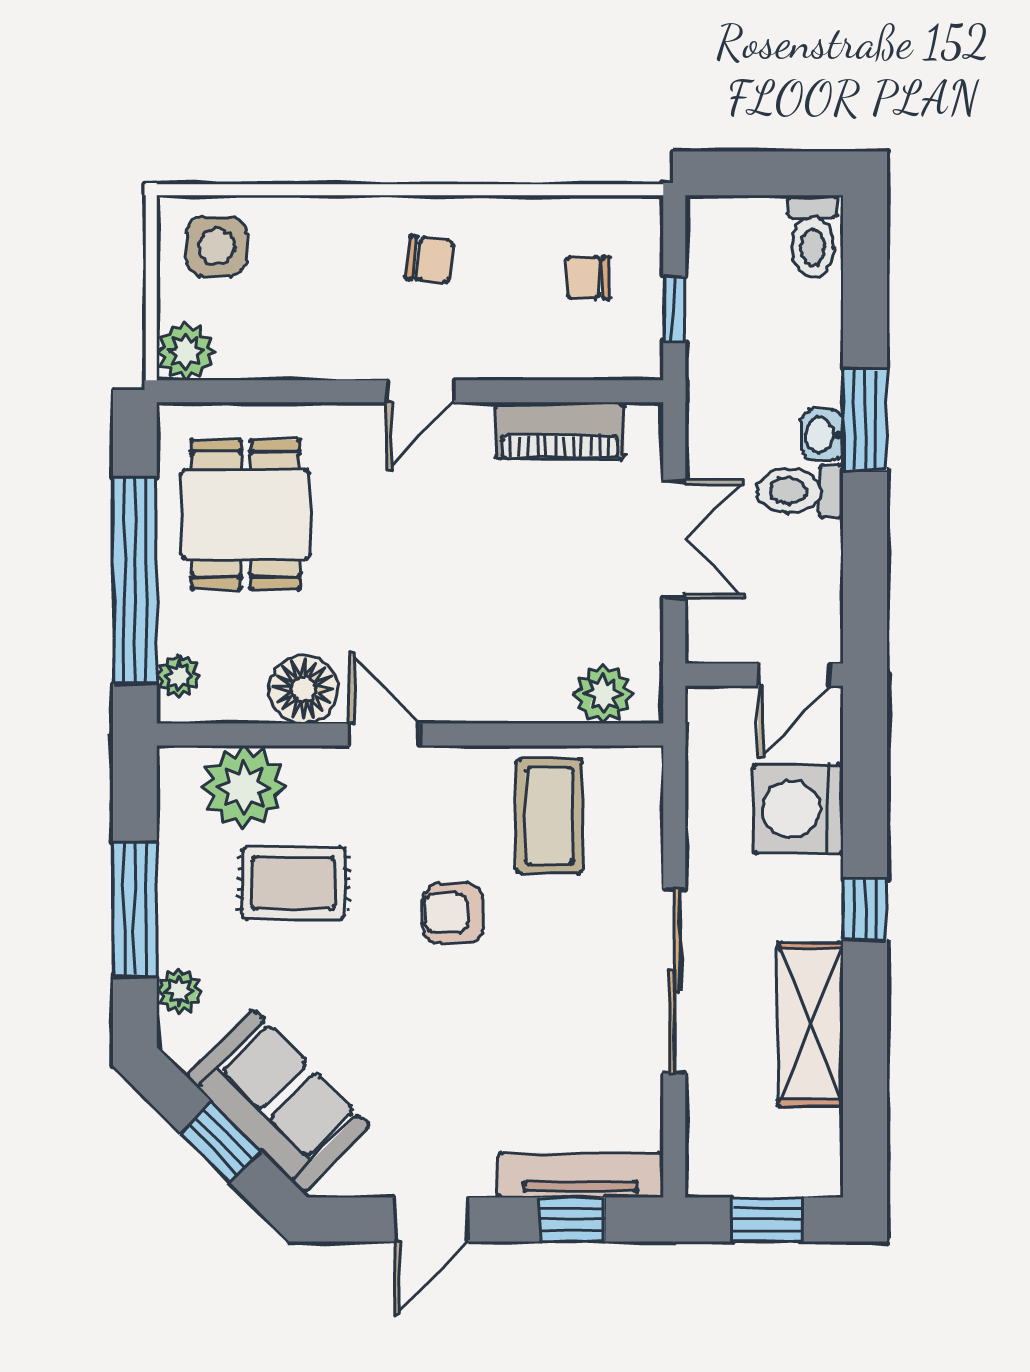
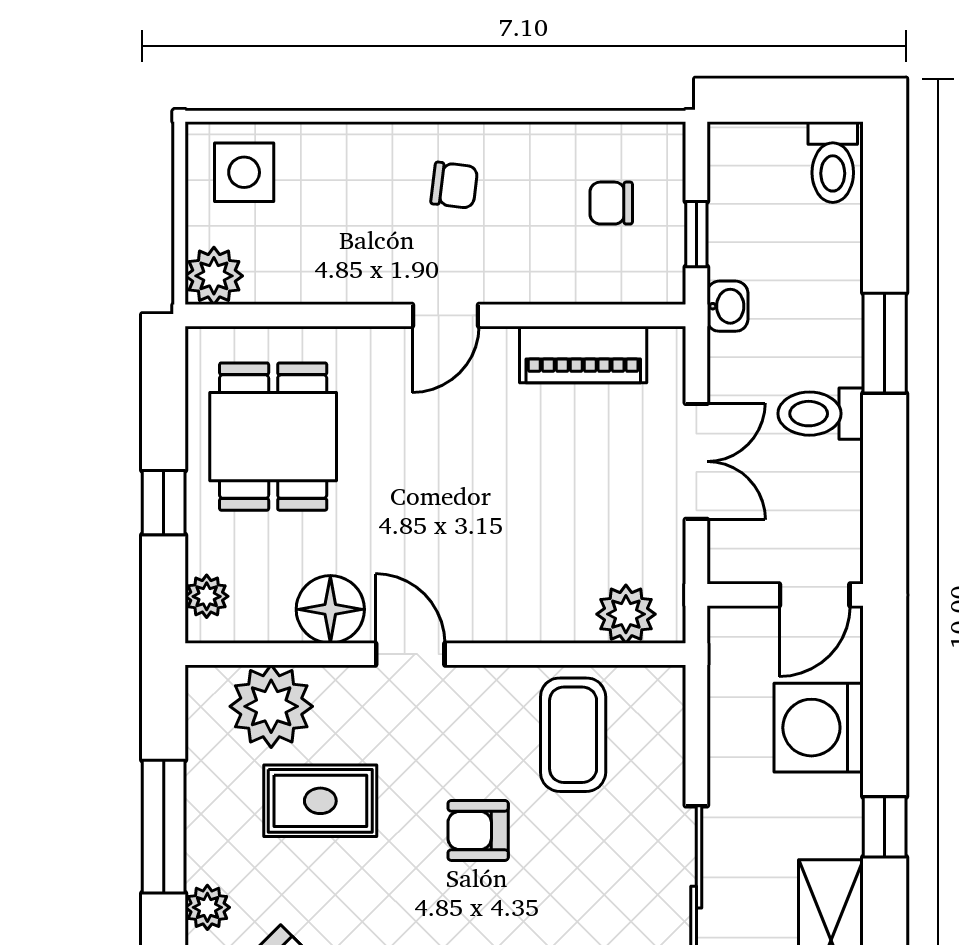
washbasin: (823, 435) -> (727, 306), moved, turned 180
window: (135, 581) -> (164, 503), width x0.32

